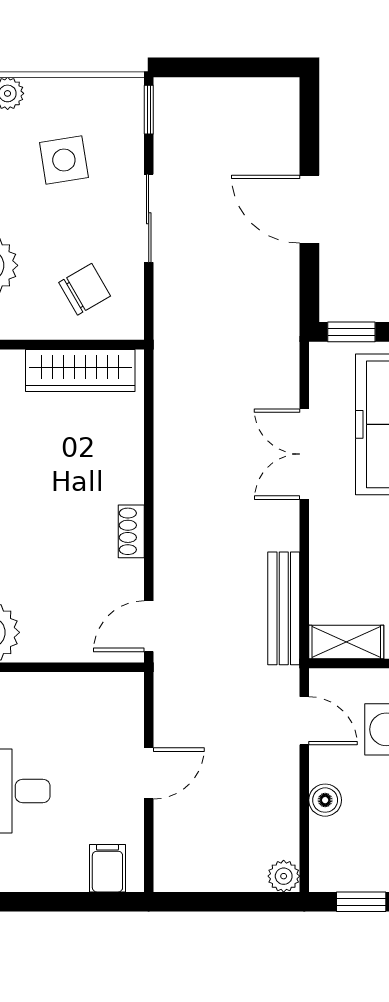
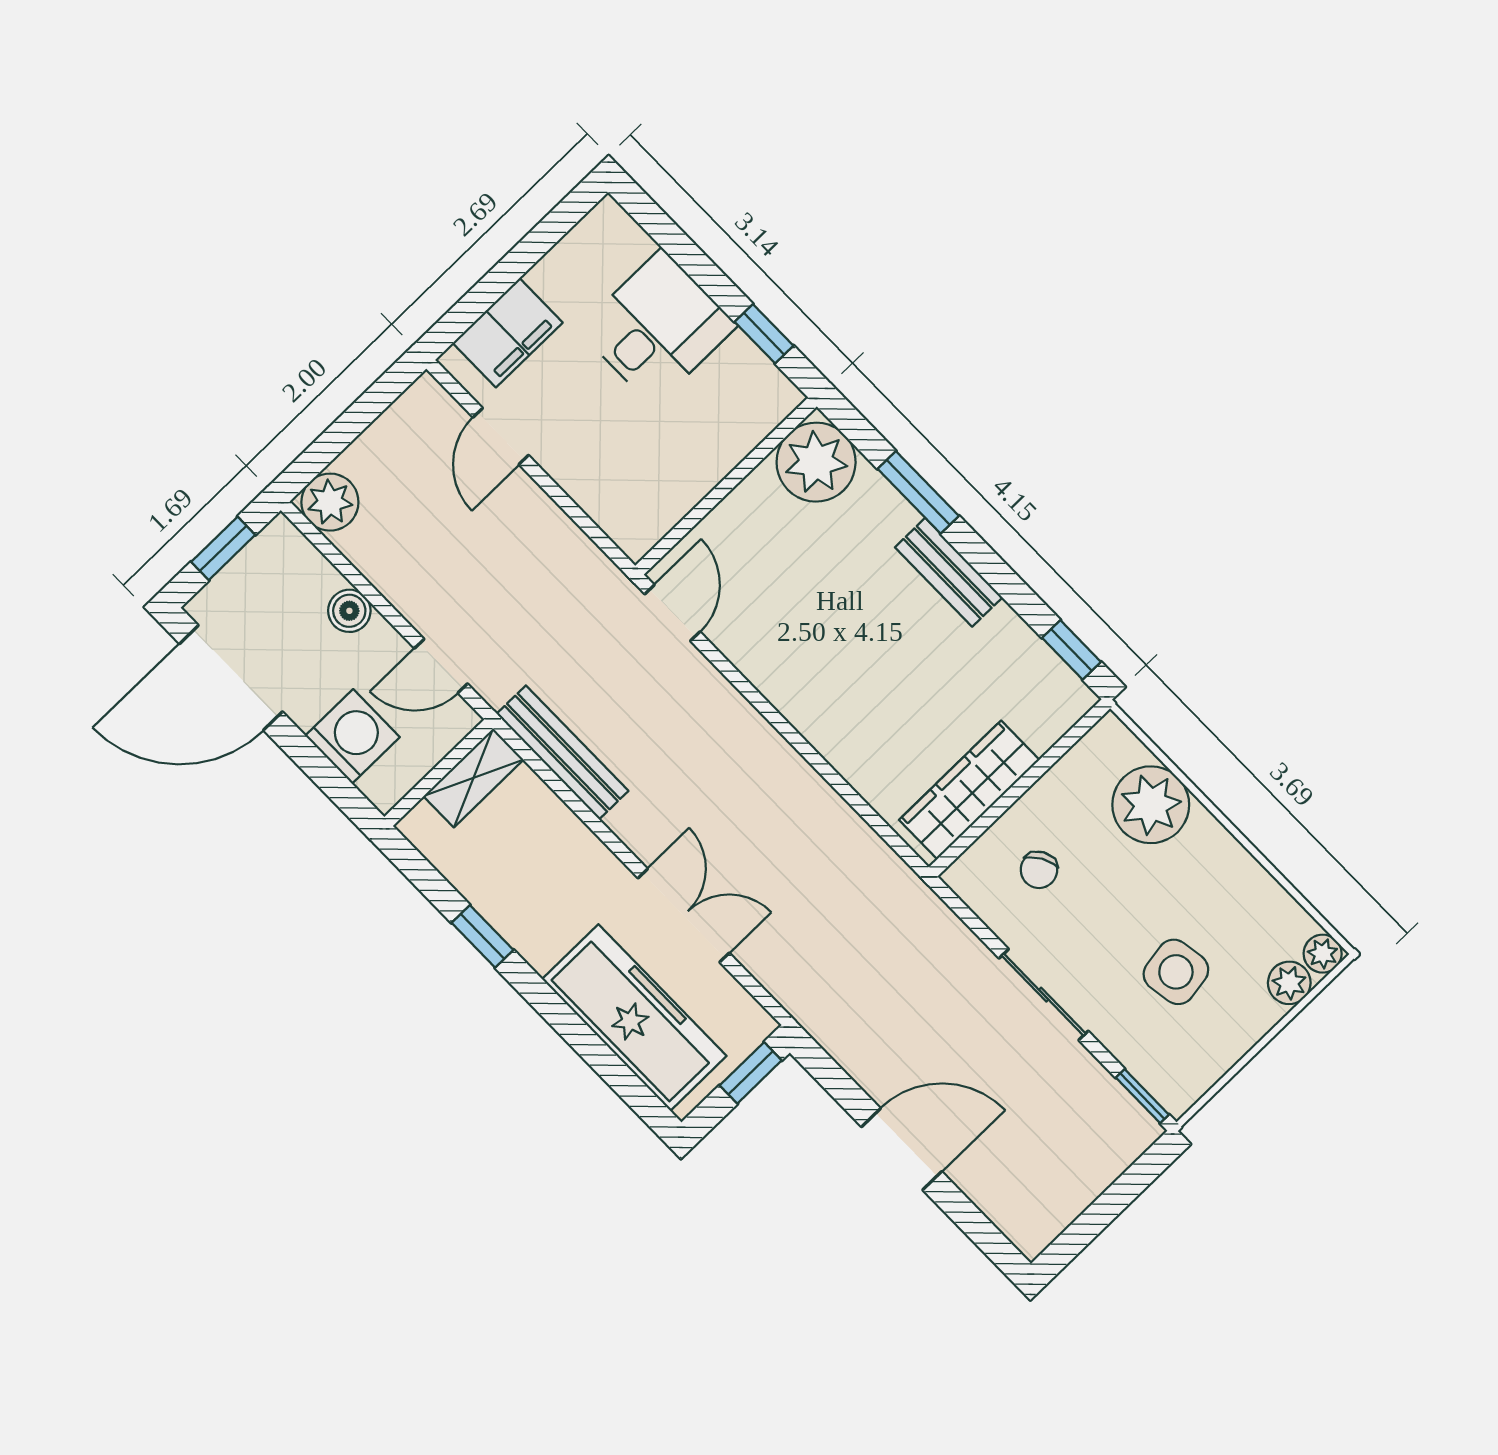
chair: (85, 289) -> (1039, 870), width x0.73, depth x0.73
shoe rack: (131, 531) -> (775, 686), removed
door: (149, 773) -> (501, 436), moved
filing cabinet: (107, 868) -> (508, 333), width x2.00
plant: (284, 876) -> (330, 502), width x1.38, depth x1.38

